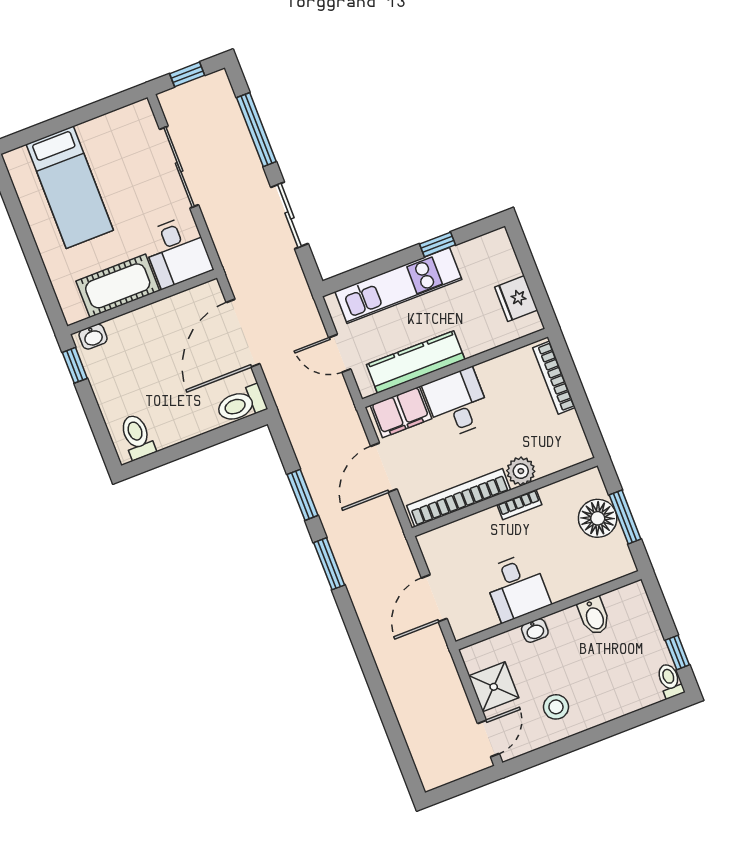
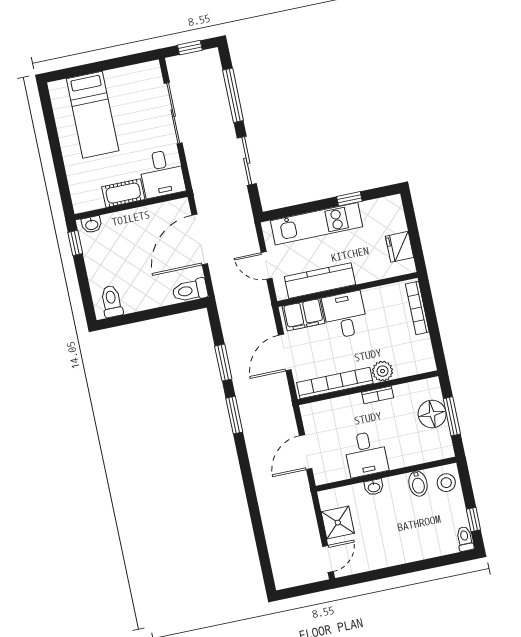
cot: (118, 286) -> (123, 193), width x0.73, depth x0.75
stool: (556, 707) -> (446, 483), moved

